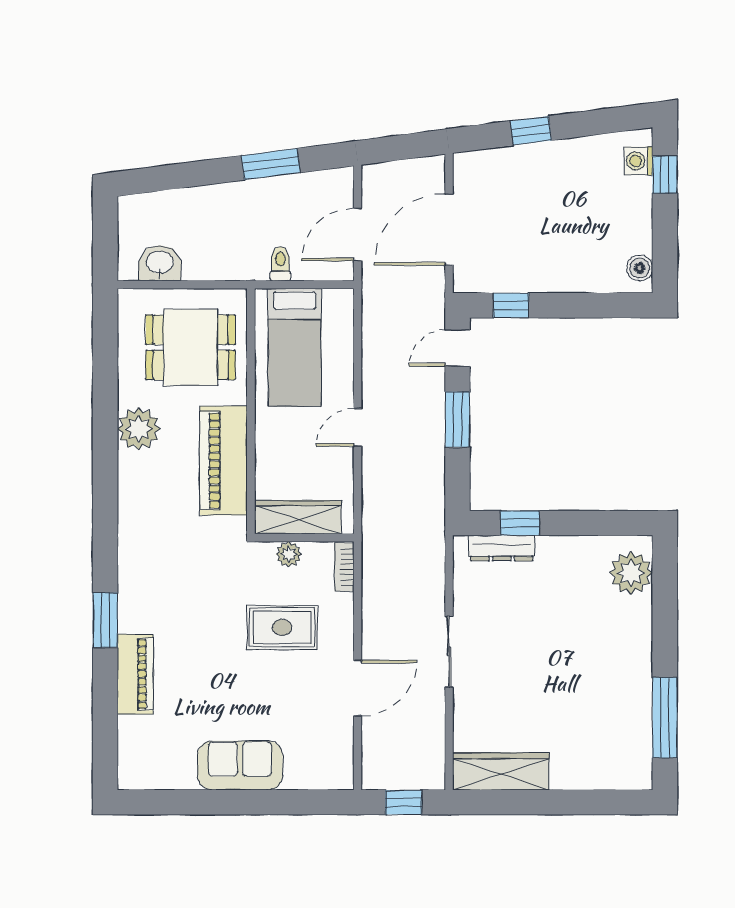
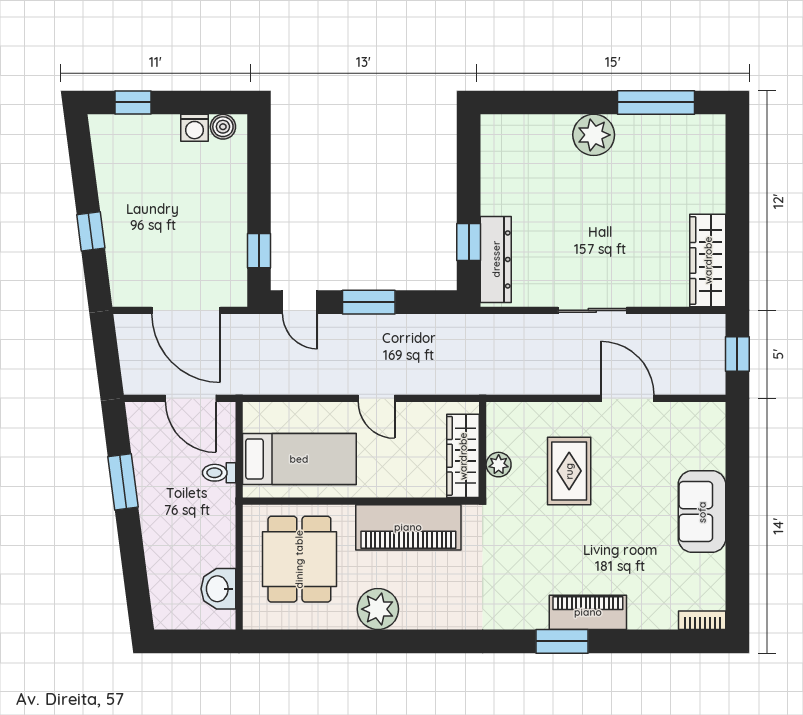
washing machine: (638, 161) -> (194, 128), moved
dresser: (502, 548) -> (496, 259), width x1.37, depth x1.24
bookcase: (344, 567) -> (702, 620), moved, turned 180
plant: (631, 573) -> (594, 135), moved
piano: (135, 674) -> (588, 612), moved

